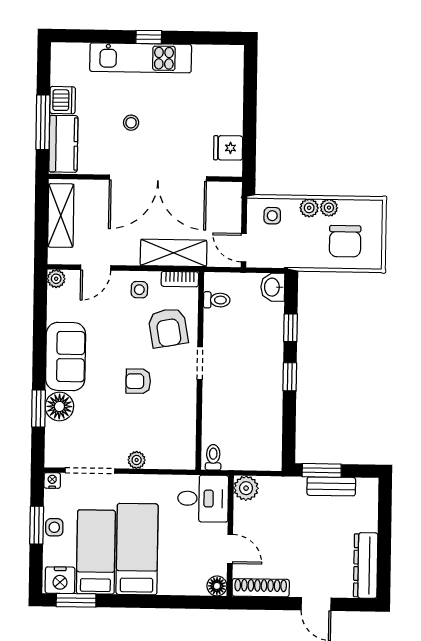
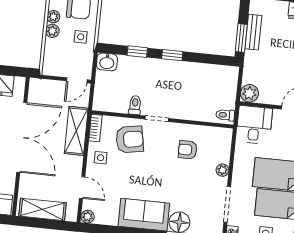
side table: (272, 216) -> (81, 37), moved
toilet: (217, 300) -> (135, 105), moved
armchair: (138, 381) -> (188, 150), moved, turned 90

